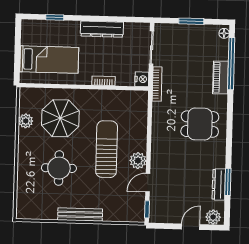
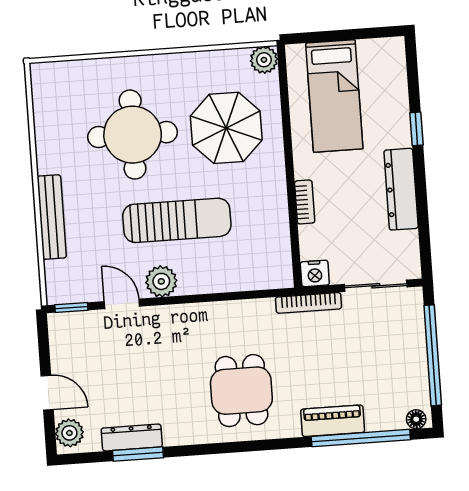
window: (55, 17) -> (417, 129), moved
window: (191, 21) -> (433, 355), width x2.11
plant: (26, 121) -> (264, 60), moved
round table: (59, 168) -> (133, 135), width x1.36, depth x1.36
bench: (80, 215) -> (52, 217), moved

